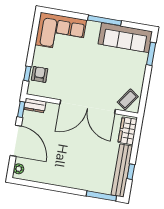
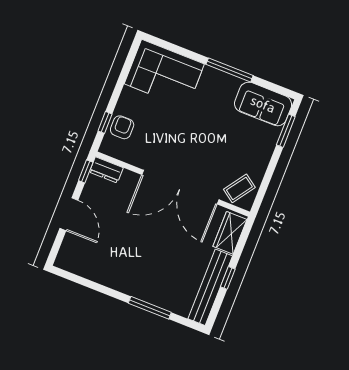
sofa: (125, 38) -> (263, 104), width x0.73
door: (16, 141) -> (69, 214), width x0.73
plant: (19, 169) -> (65, 255), removed
window: (131, 172) -> (228, 278), moved
window: (101, 196) -> (150, 308), moved

